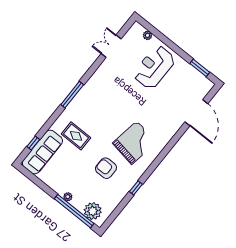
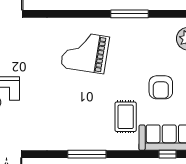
armchair: (106, 168) -> (161, 87), moved
window: (136, 188) -> (129, 14), width x2.17

